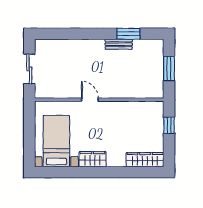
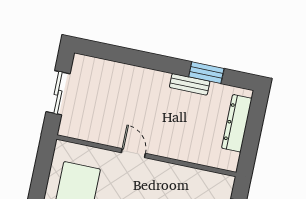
dresser: (157, 64) -> (237, 123), added
window: (169, 68) -> (253, 133), removed

